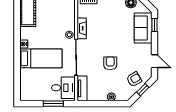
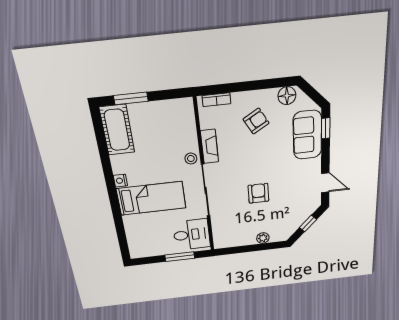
armchair: (134, 79) -> (256, 121), moved
tv unit: (82, 88) -> (219, 232), removed

